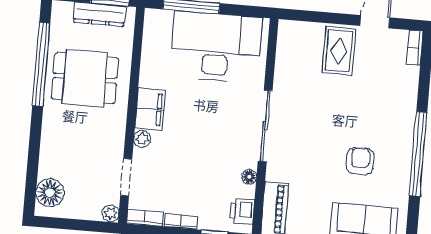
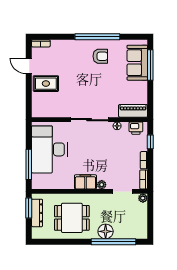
window: (41, 64) -> (113, 242), moved
dining table: (85, 78) -> (72, 218), turned 90
armchair: (360, 161) -> (100, 56), moved, turned 180
floor lamp: (50, 193) -> (106, 231), moved

